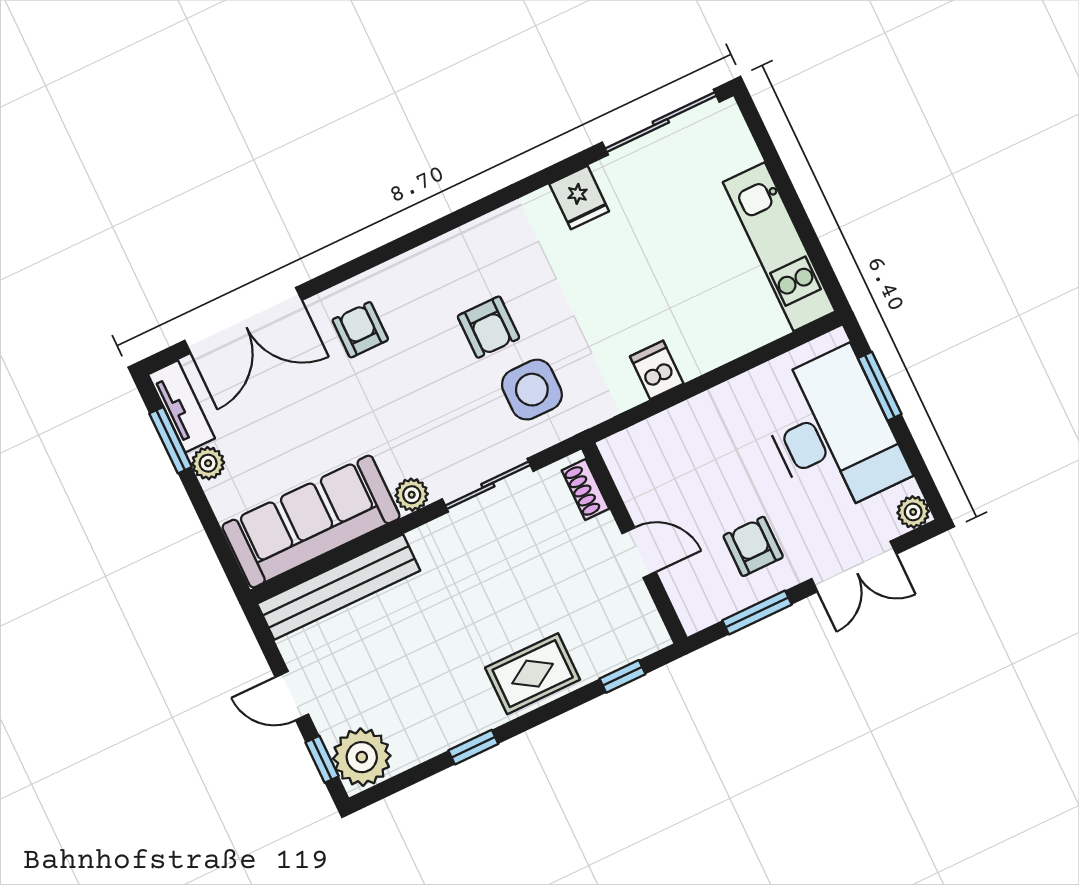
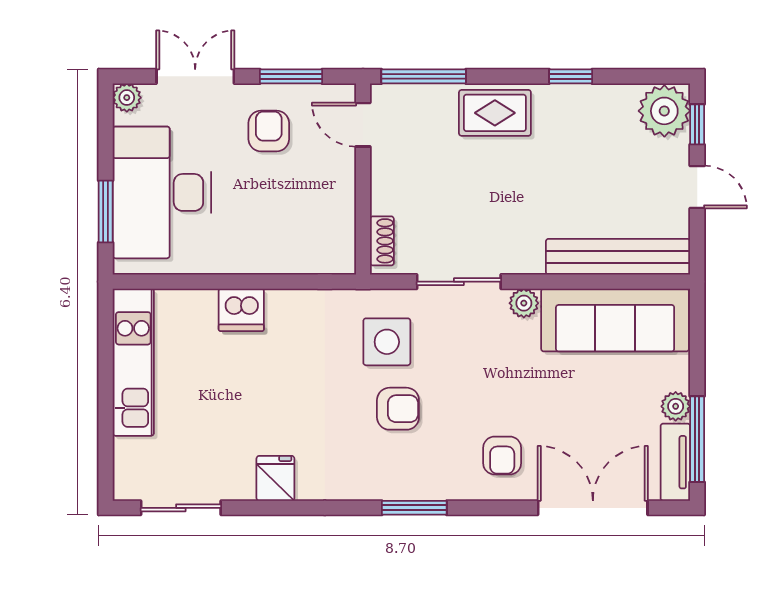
sliding door: (661, 122) -> (181, 508), width x0.73
window: (424, 235) -> (414, 508), added
armchair: (488, 327) -> (398, 409), turned 90
dishwasher: (657, 370) -> (241, 310), moved, width x1.38
window: (171, 440) -> (697, 439), width x1.44
armchair: (753, 546) -> (269, 131), turned 180
door: (639, 553) -> (363, 125), moved
window: (622, 676) -> (424, 76), width x2.17

